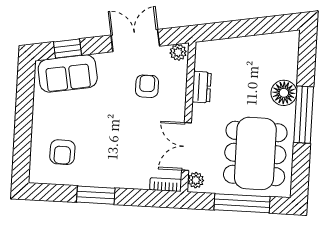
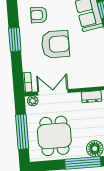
armchair: (147, 86) -> (55, 44), moved, width x1.88, depth x1.88
dining table: (255, 153) -> (54, 136), width x0.73

